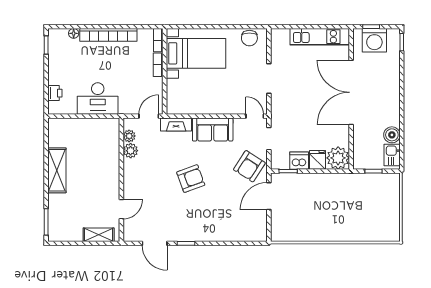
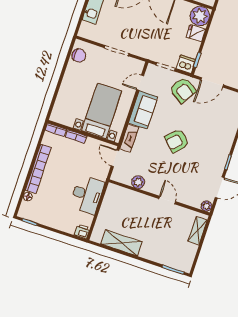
bed with nightstands: (196, 53) -> (102, 111), moved
printer: (55, 93) -> (82, 232), moved
door: (255, 116) -> (140, 83), moved
plant: (129, 136) -> (206, 206), moved
dishwasher: (299, 161) -> (186, 64), moved, turned 90
shelving: (57, 170) -> (121, 243), moved
armchair: (191, 179) -> (177, 141), turned -115
door: (269, 196) -> (212, 82), hinge flipped
door: (121, 209) -> (167, 200), moved

